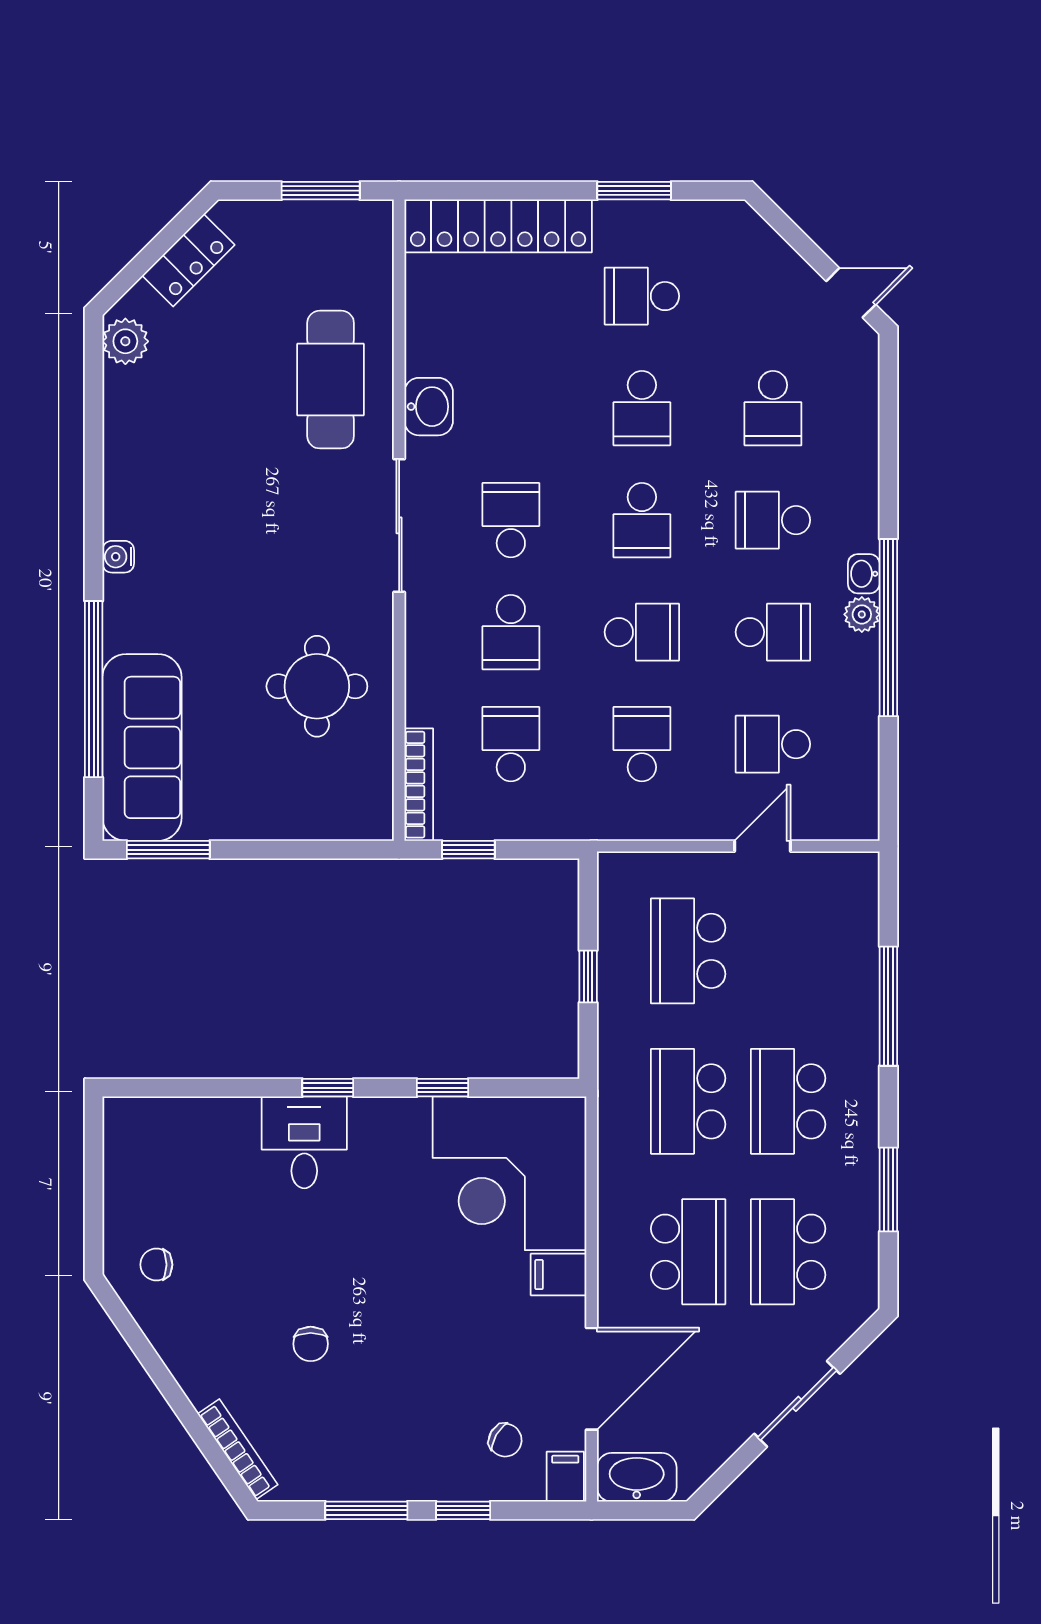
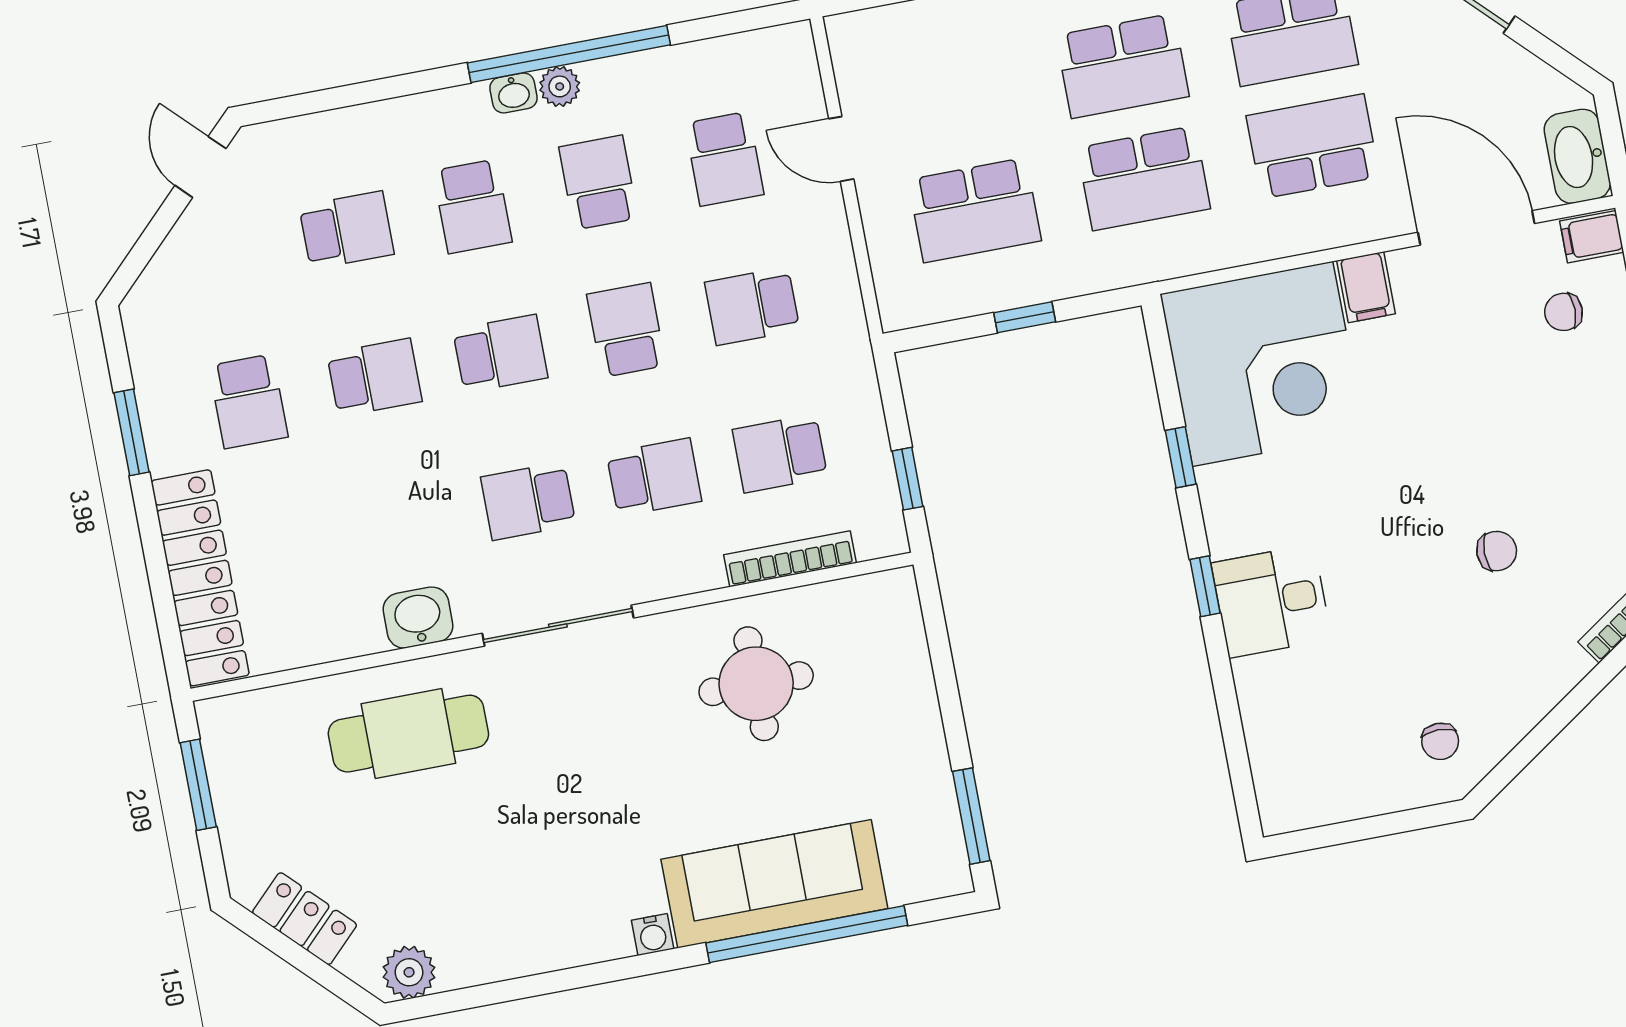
sofa: (142, 747) -> (774, 884), moved
bookcase: (419, 785) -> (790, 559), moved
chair: (505, 1440) -> (1563, 312), turned -120

